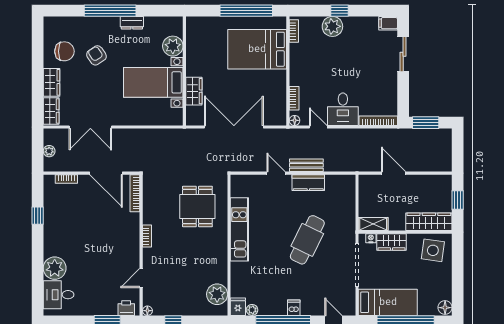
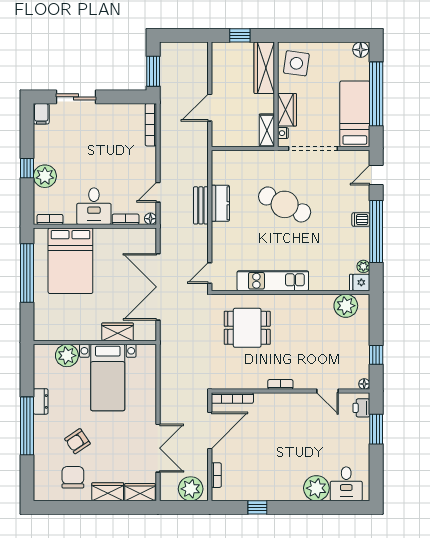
desk: (343, 109) -> (94, 206), moved, turned 90
plant: (49, 151) -> (191, 489), width x1.87, depth x1.87
door: (276, 173) -> (210, 273), moved

